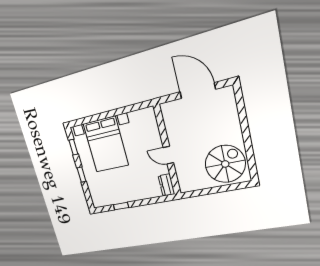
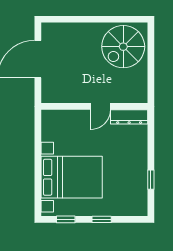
spiral stairs: (225, 164) -> (123, 47), turned -90
dresser: (167, 185) -> (129, 117), width x1.44

